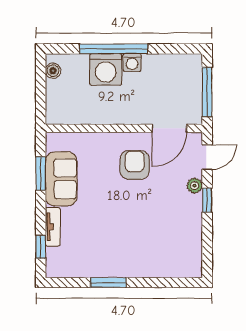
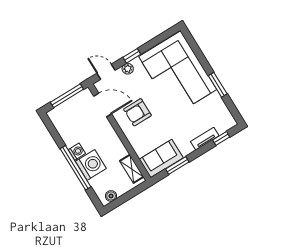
shelving: (71, 116) -> (132, 169), added
sofa: (61, 179) -> (161, 159), moved
corner sofa: (152, 243) -> (178, 73), added

